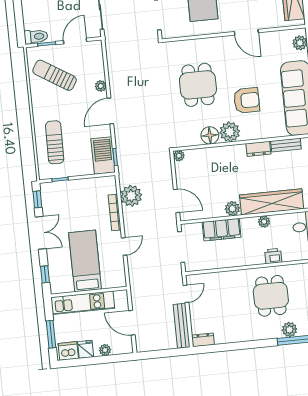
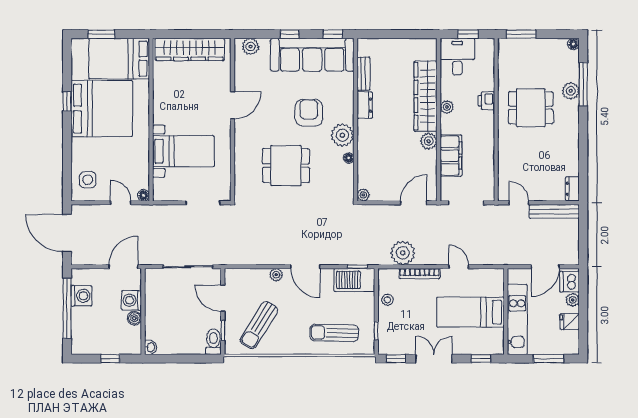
floor lamp: (210, 135) -> (349, 158), width x0.53, depth x0.53
stool: (89, 186) -> (387, 300), added
dishwasher: (68, 351) -> (570, 282), moved

